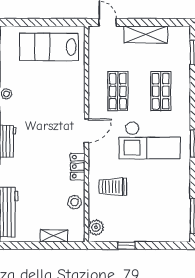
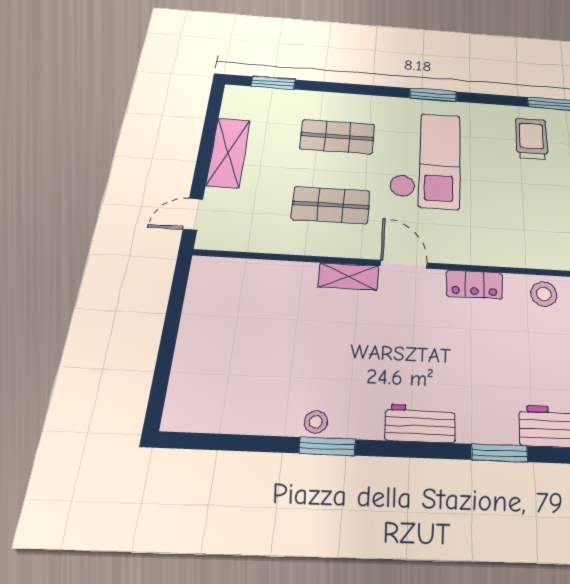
lab bench: (49, 47) -> (225, 326), removed
shelving: (78, 103) -> (348, 276), added
trolley: (113, 187) -> (532, 139), moved, turned 180

